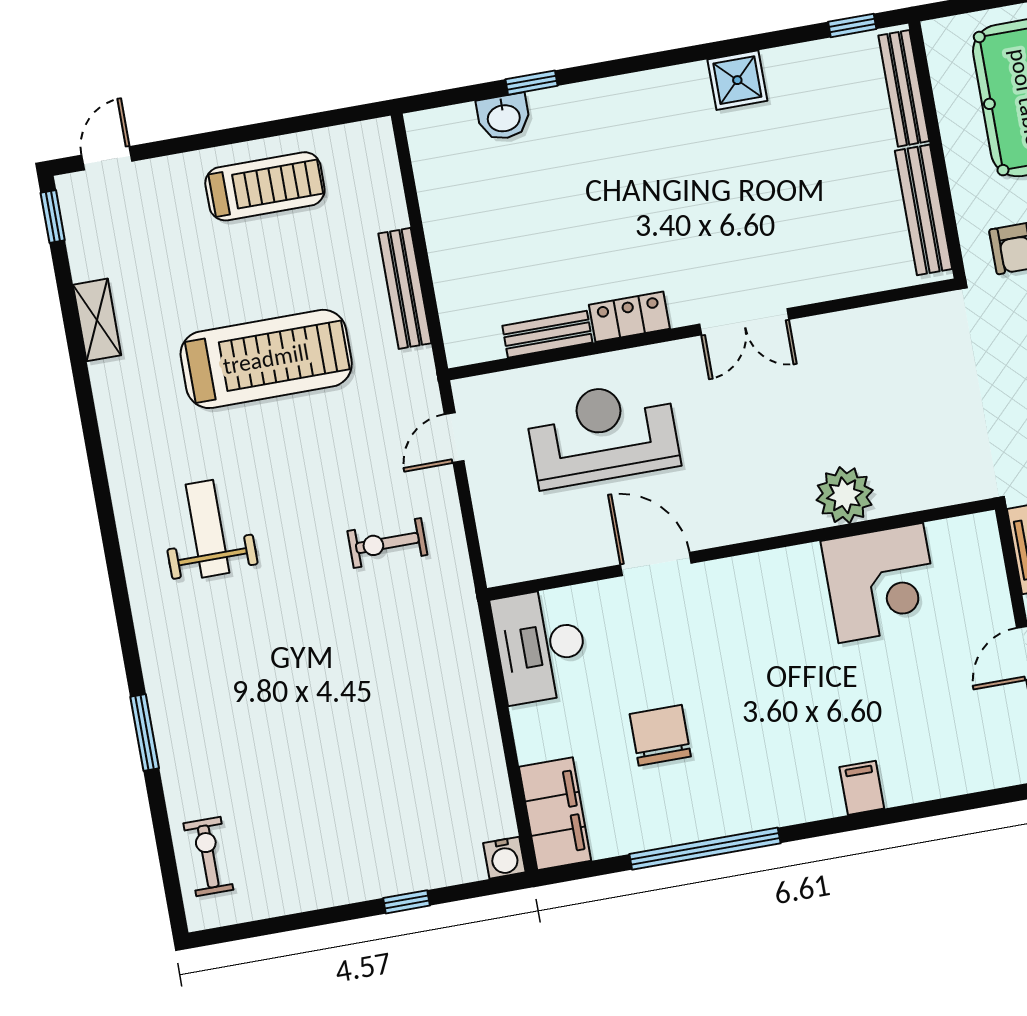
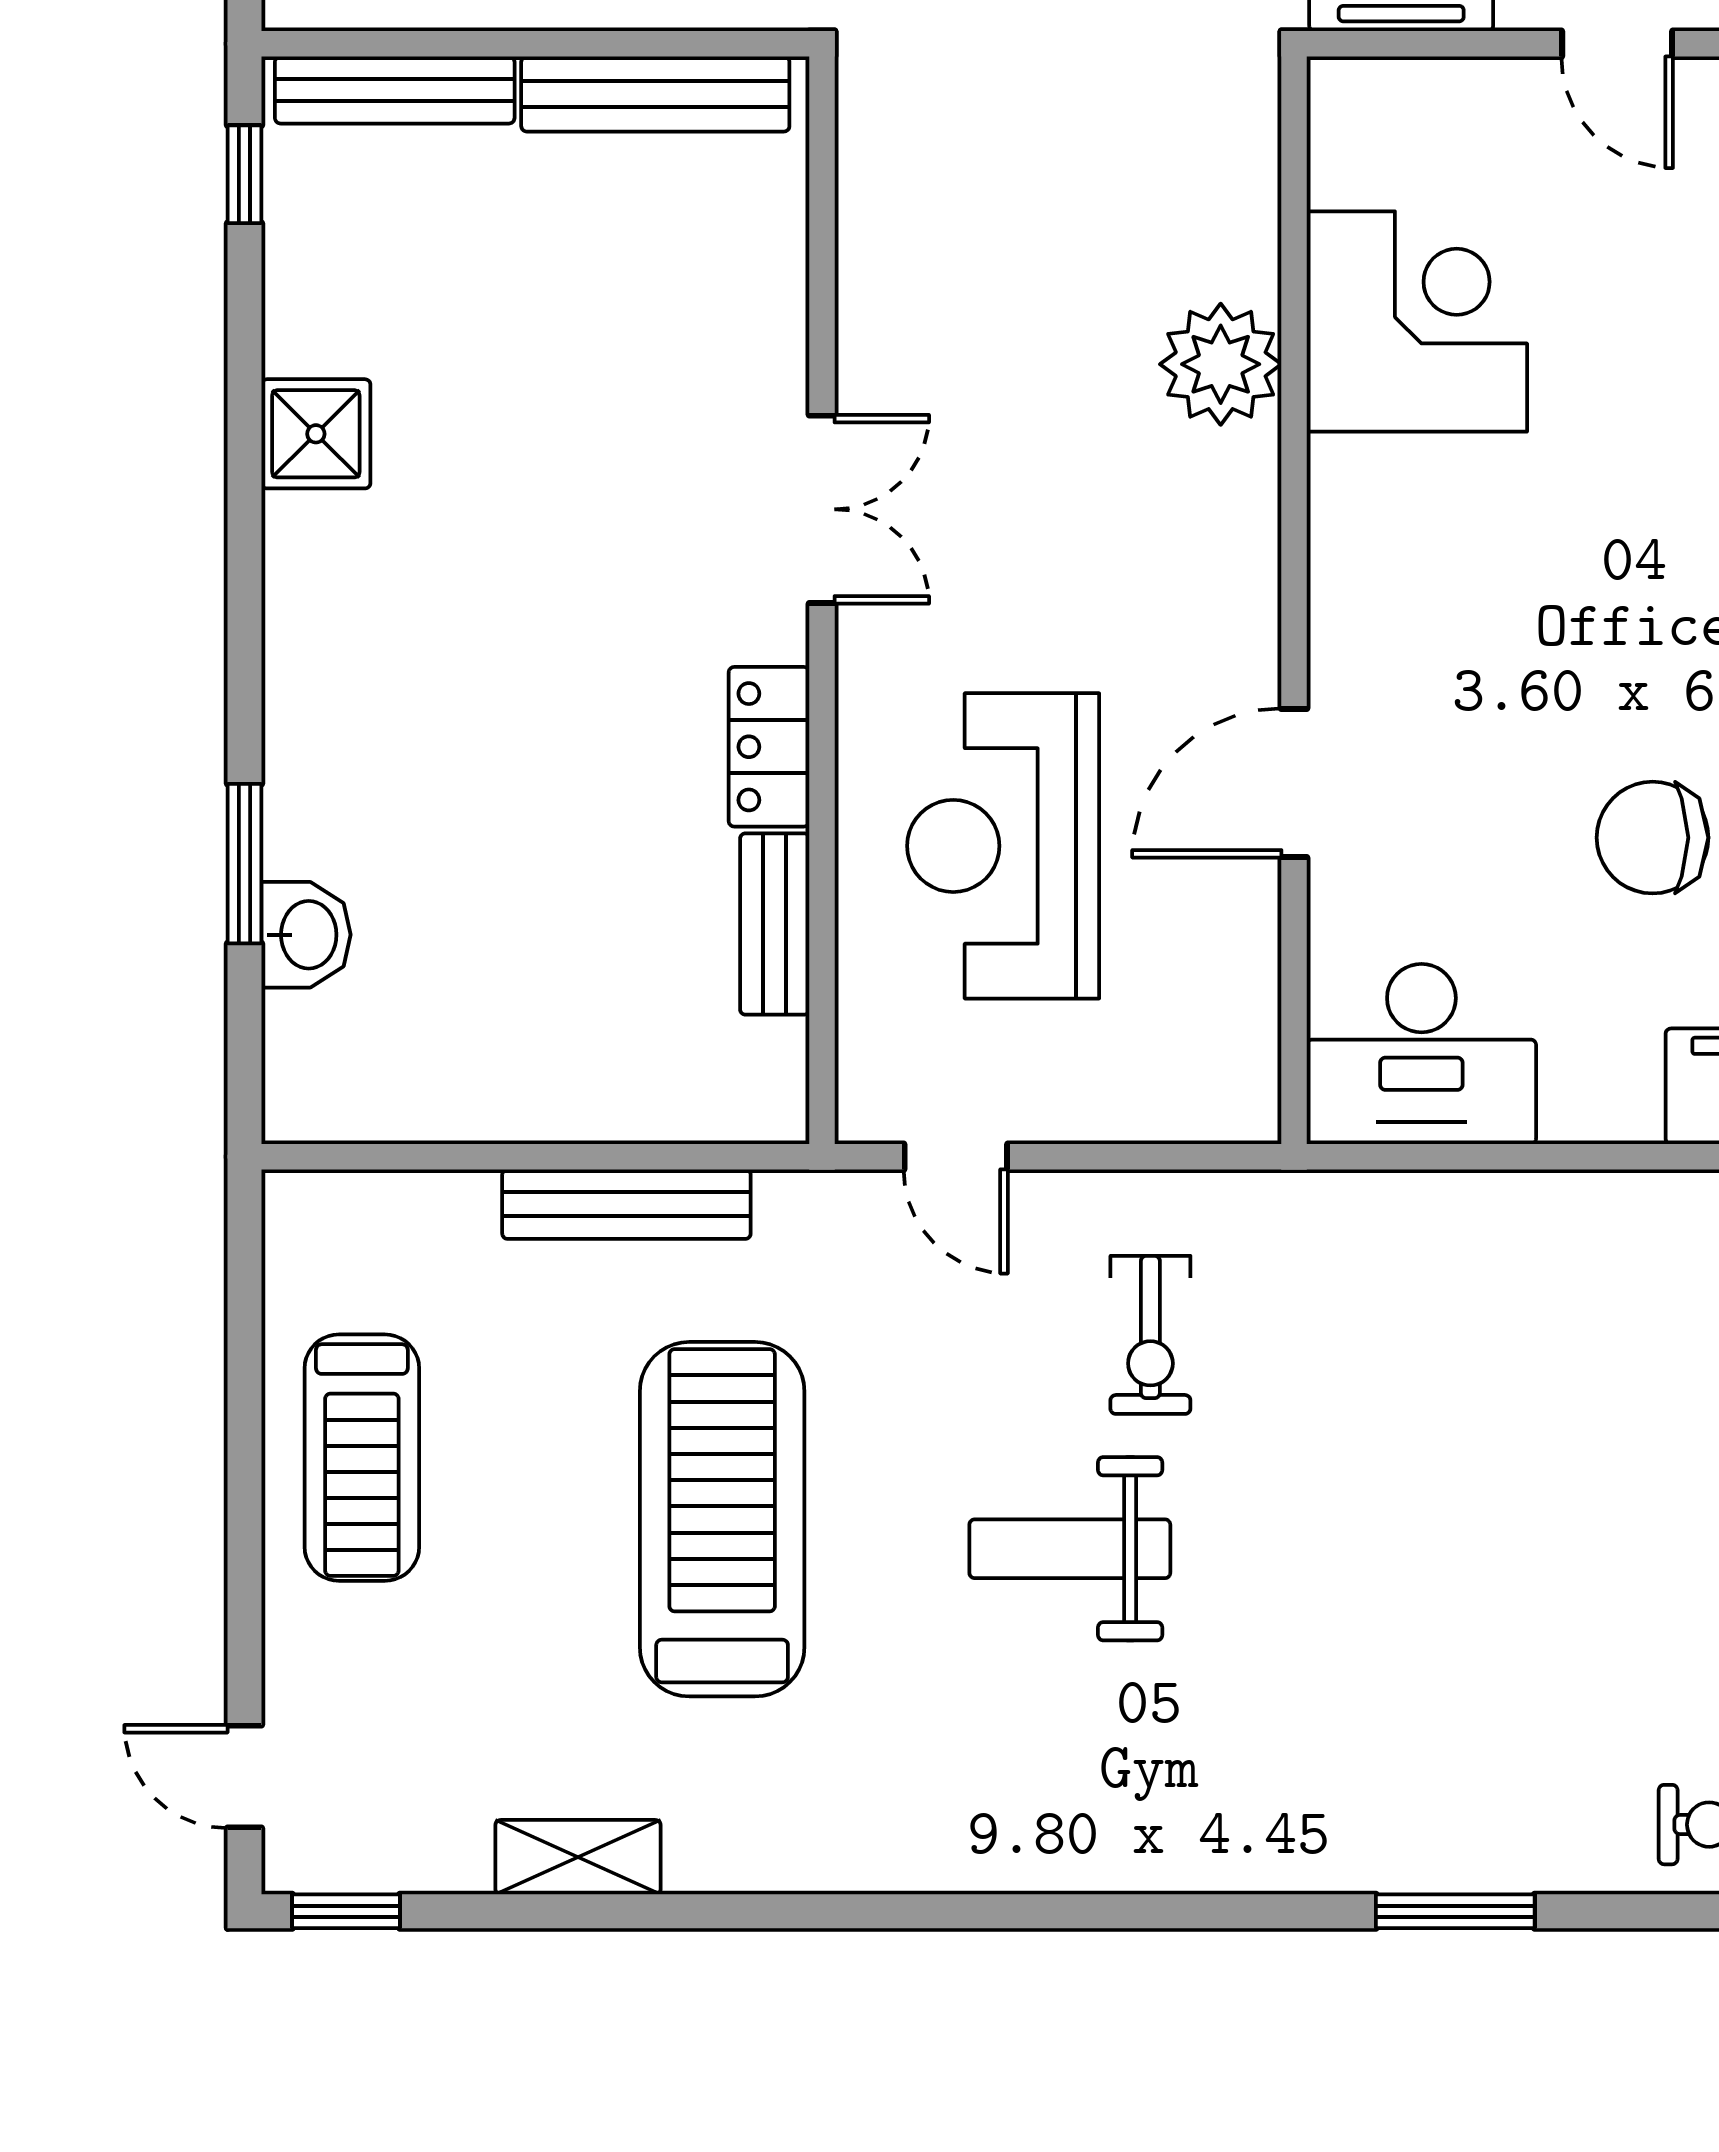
window: (532, 83) -> (244, 864), width x1.50
treadmill: (265, 186) -> (362, 1458), turned 180
weight bench: (208, 529) -> (1070, 1549), moved

